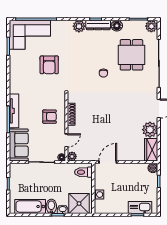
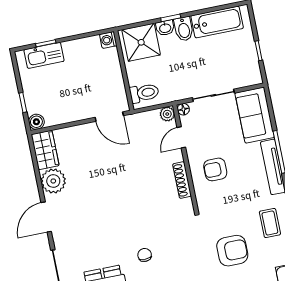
armchair: (49, 65) -> (232, 251), turned 90
coffee table: (23, 77) -> (270, 223), added
door: (108, 162) -> (109, 117), hinge flipped
washing machine: (99, 195) -> (108, 40), moved

